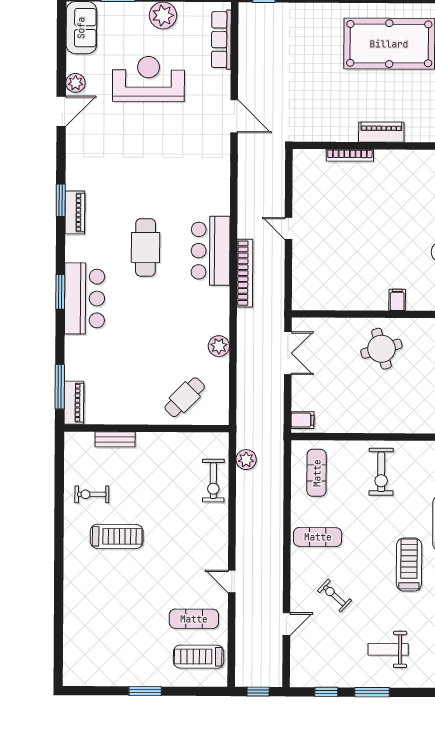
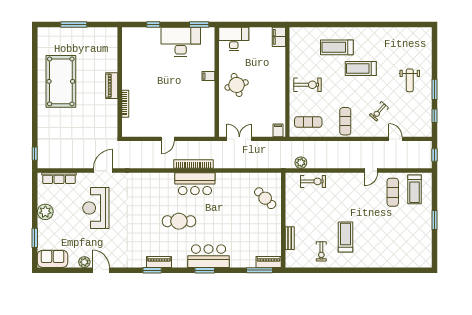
reception desk: (148, 79) -> (96, 208), moved
bar counter: (211, 251) -> (195, 184), moved
plant: (219, 346) -> (236, 179), removed

